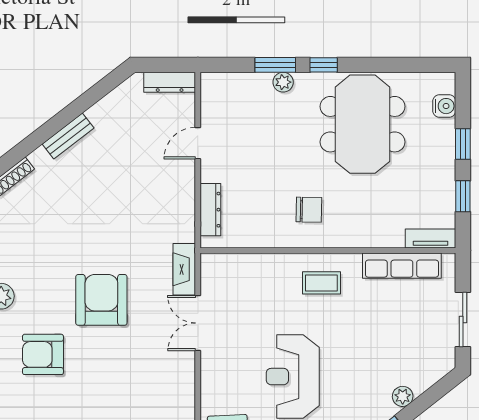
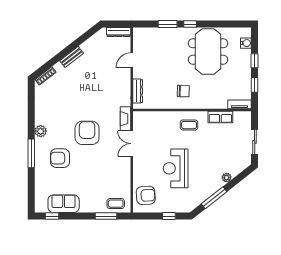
plant: (283, 82) -> (171, 32), removed
row of seats: (402, 266) -> (220, 117), width x0.68

